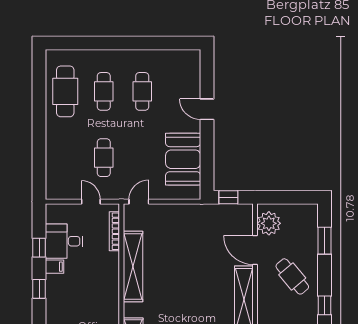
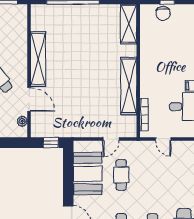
cafe table: (104, 158) -> (121, 175), moved
door: (139, 202) -> (111, 139), moved
plant: (269, 223) -> (22, 121), width x0.53, depth x0.53

